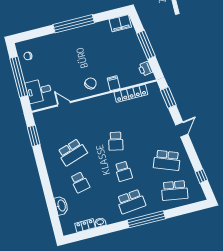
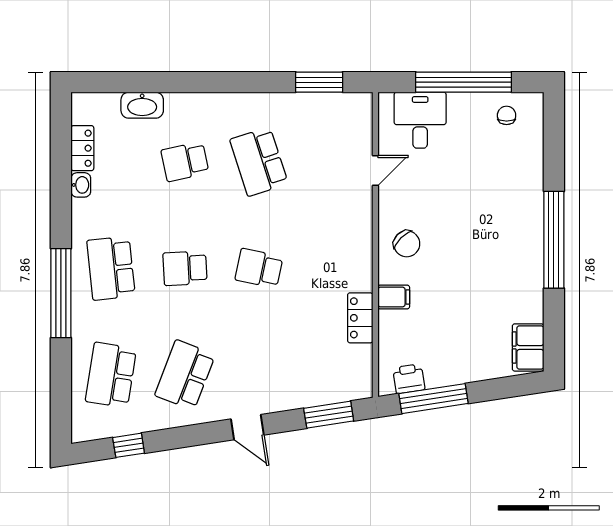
window: (146, 45) -> (434, 399), moved
locker: (131, 93) -> (360, 318), width x0.66

